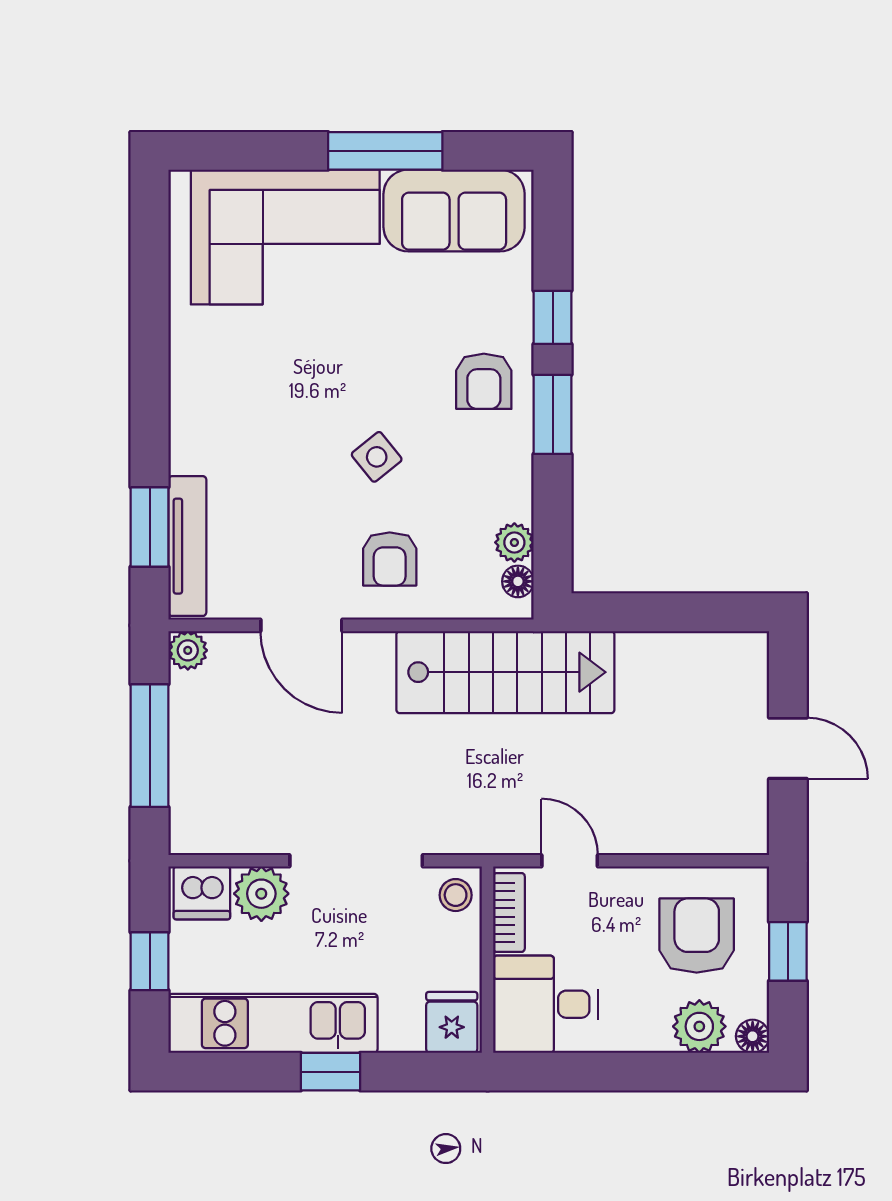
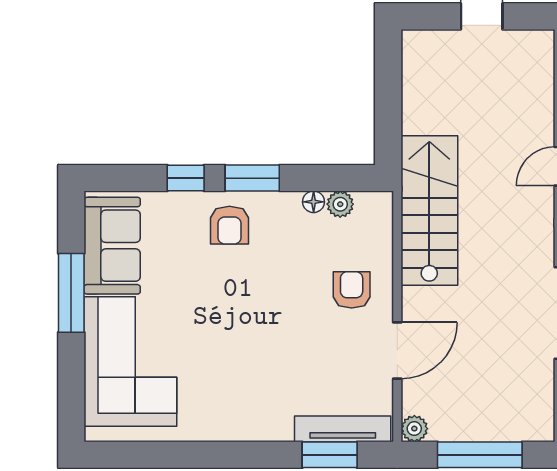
armchair: (484, 381) -> (229, 225), turned 90
side table: (377, 457) -> (281, 299), removed
armchair: (390, 559) -> (352, 290), turned -90
floor lamp: (518, 581) -> (314, 202), moved

